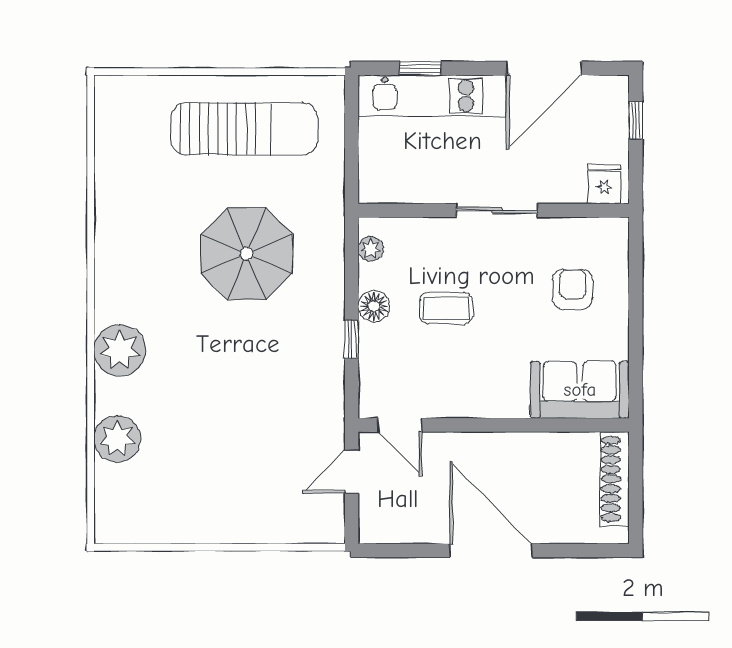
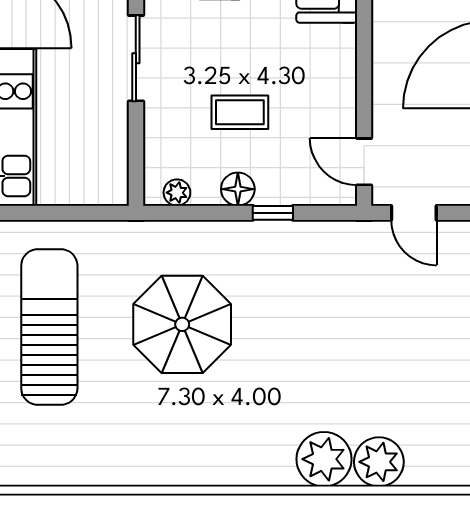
coffee table: (446, 308) -> (240, 112), turned 90
plant: (120, 350) -> (324, 459), moved
door: (400, 425) -> (364, 162), swing flipped

